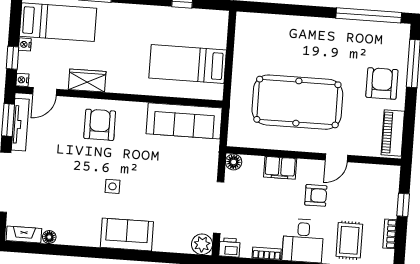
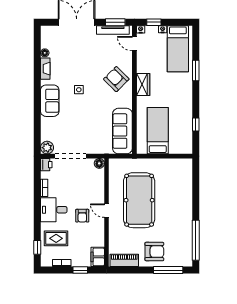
wardrobe: (87, 80) -> (143, 84), moved
armchair: (100, 125) -> (116, 79), turned -135
door: (336, 158) -> (106, 211), moved
filing cabinet: (280, 168) -> (98, 257), moved
fireplace: (24, 234) -> (45, 69), moved

